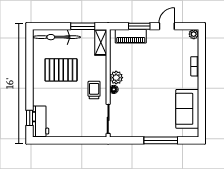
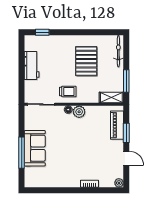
bicycle: (57, 37) -> (118, 51), width x0.73, depth x0.71
sofa: (187, 109) -> (35, 148), moved, turned 90
workbench: (41, 121) -> (32, 65), moved, turned -90

